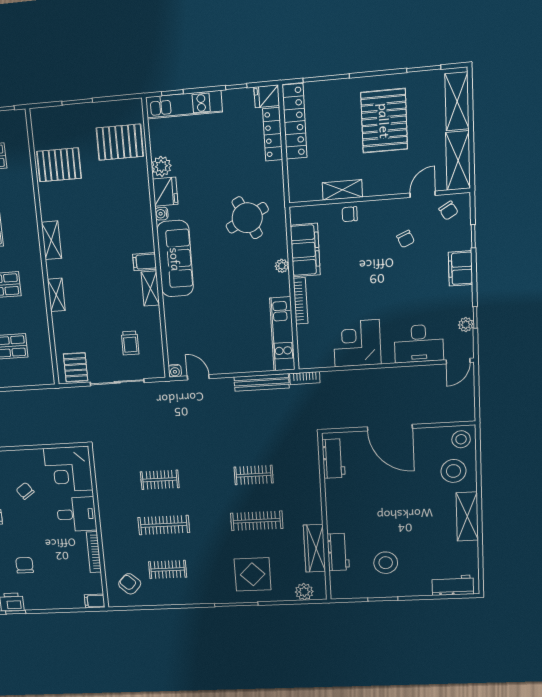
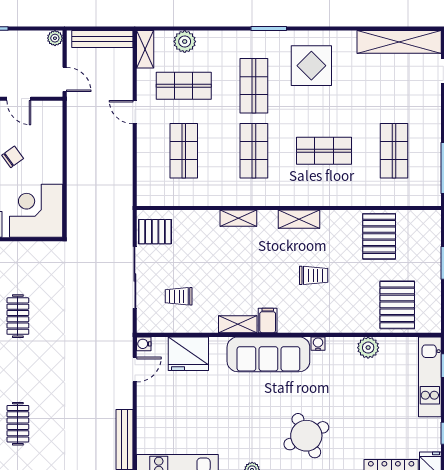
fridge: (165, 192) -> (188, 354), moved, width x1.36, depth x1.34
trolley: (100, 223) -> (314, 275), added

